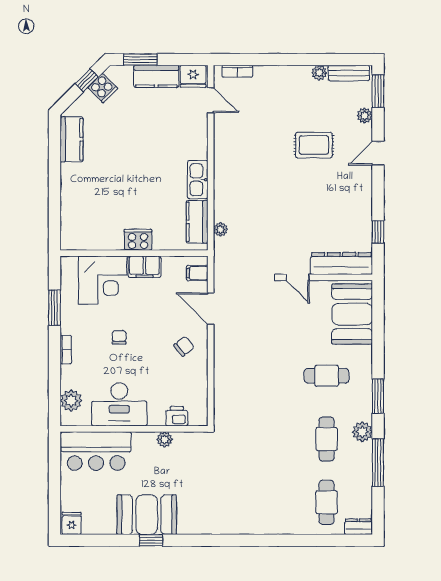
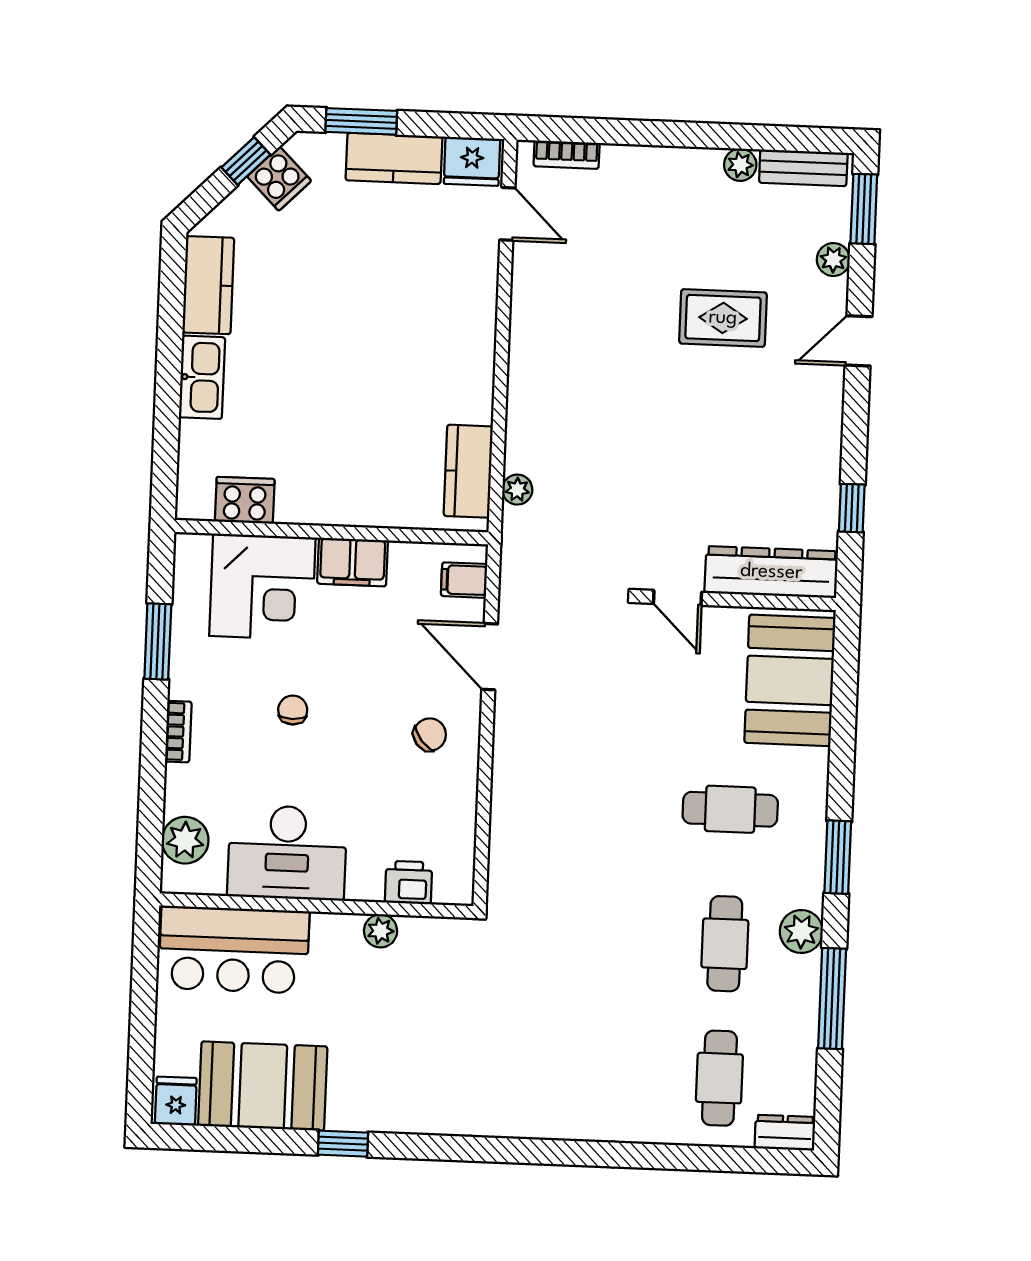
kitchen sink: (198, 180) -> (202, 377), moved, turned 180
cooker: (138, 240) -> (245, 500), moved
booth: (147, 515) -> (263, 1086), moved

